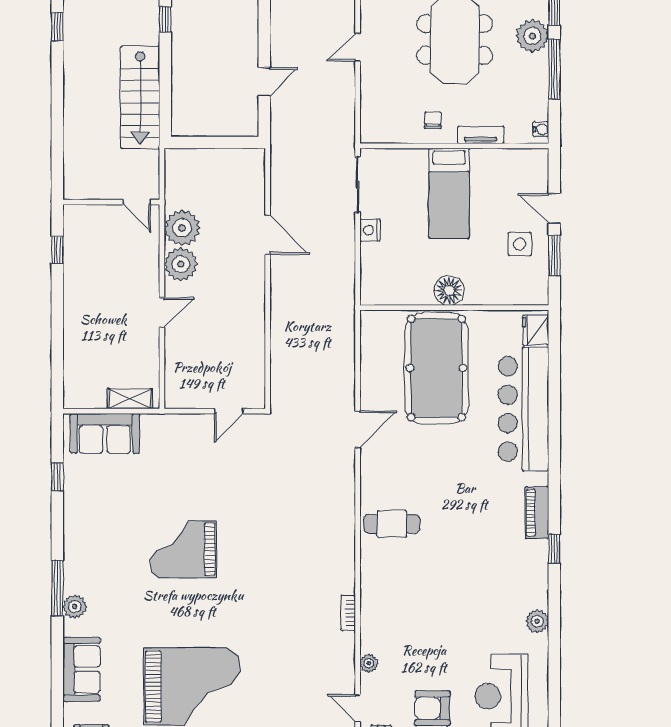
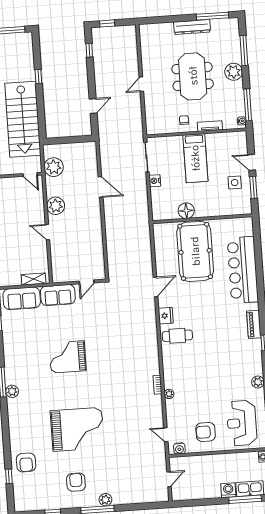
window: (554, 69) -> (248, 105), moved
stairs: (140, 97) -> (23, 119), width x1.36, depth x1.51
plant: (182, 228) -> (54, 167), moved
floor lamp: (449, 290) -> (186, 211), moved
door: (162, 313) -> (47, 232), swing flipped
fridge: (536, 330) -> (166, 316), moved, turned 180
plant: (369, 663) -> (169, 394), moved
sofa: (82, 669) -> (58, 295), moved, turned 90

